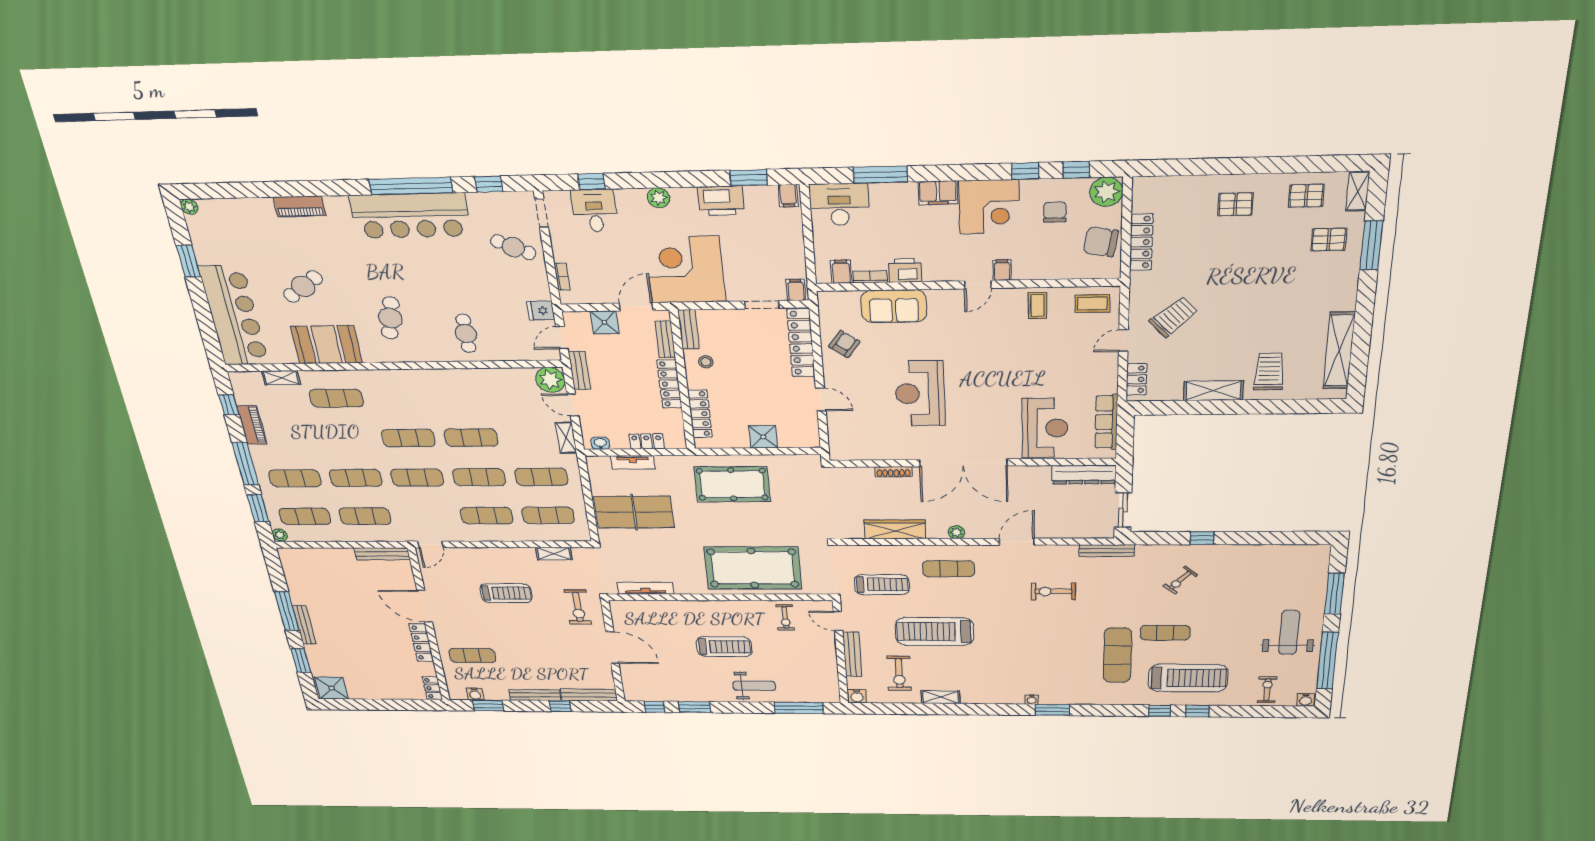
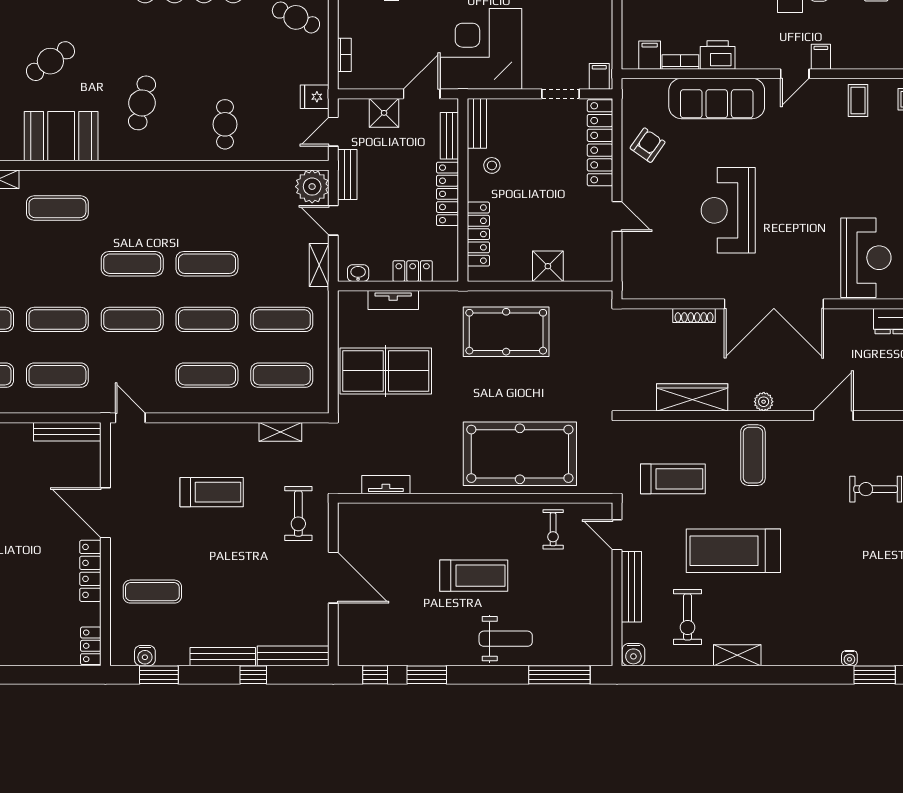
sofa: (894, 306) -> (717, 99), width x1.36
door: (430, 545) -> (130, 418), swing flipped
exercise mat: (949, 569) -> (753, 455), turned 90
tv unit: (645, 588) -> (386, 485), width x0.71

